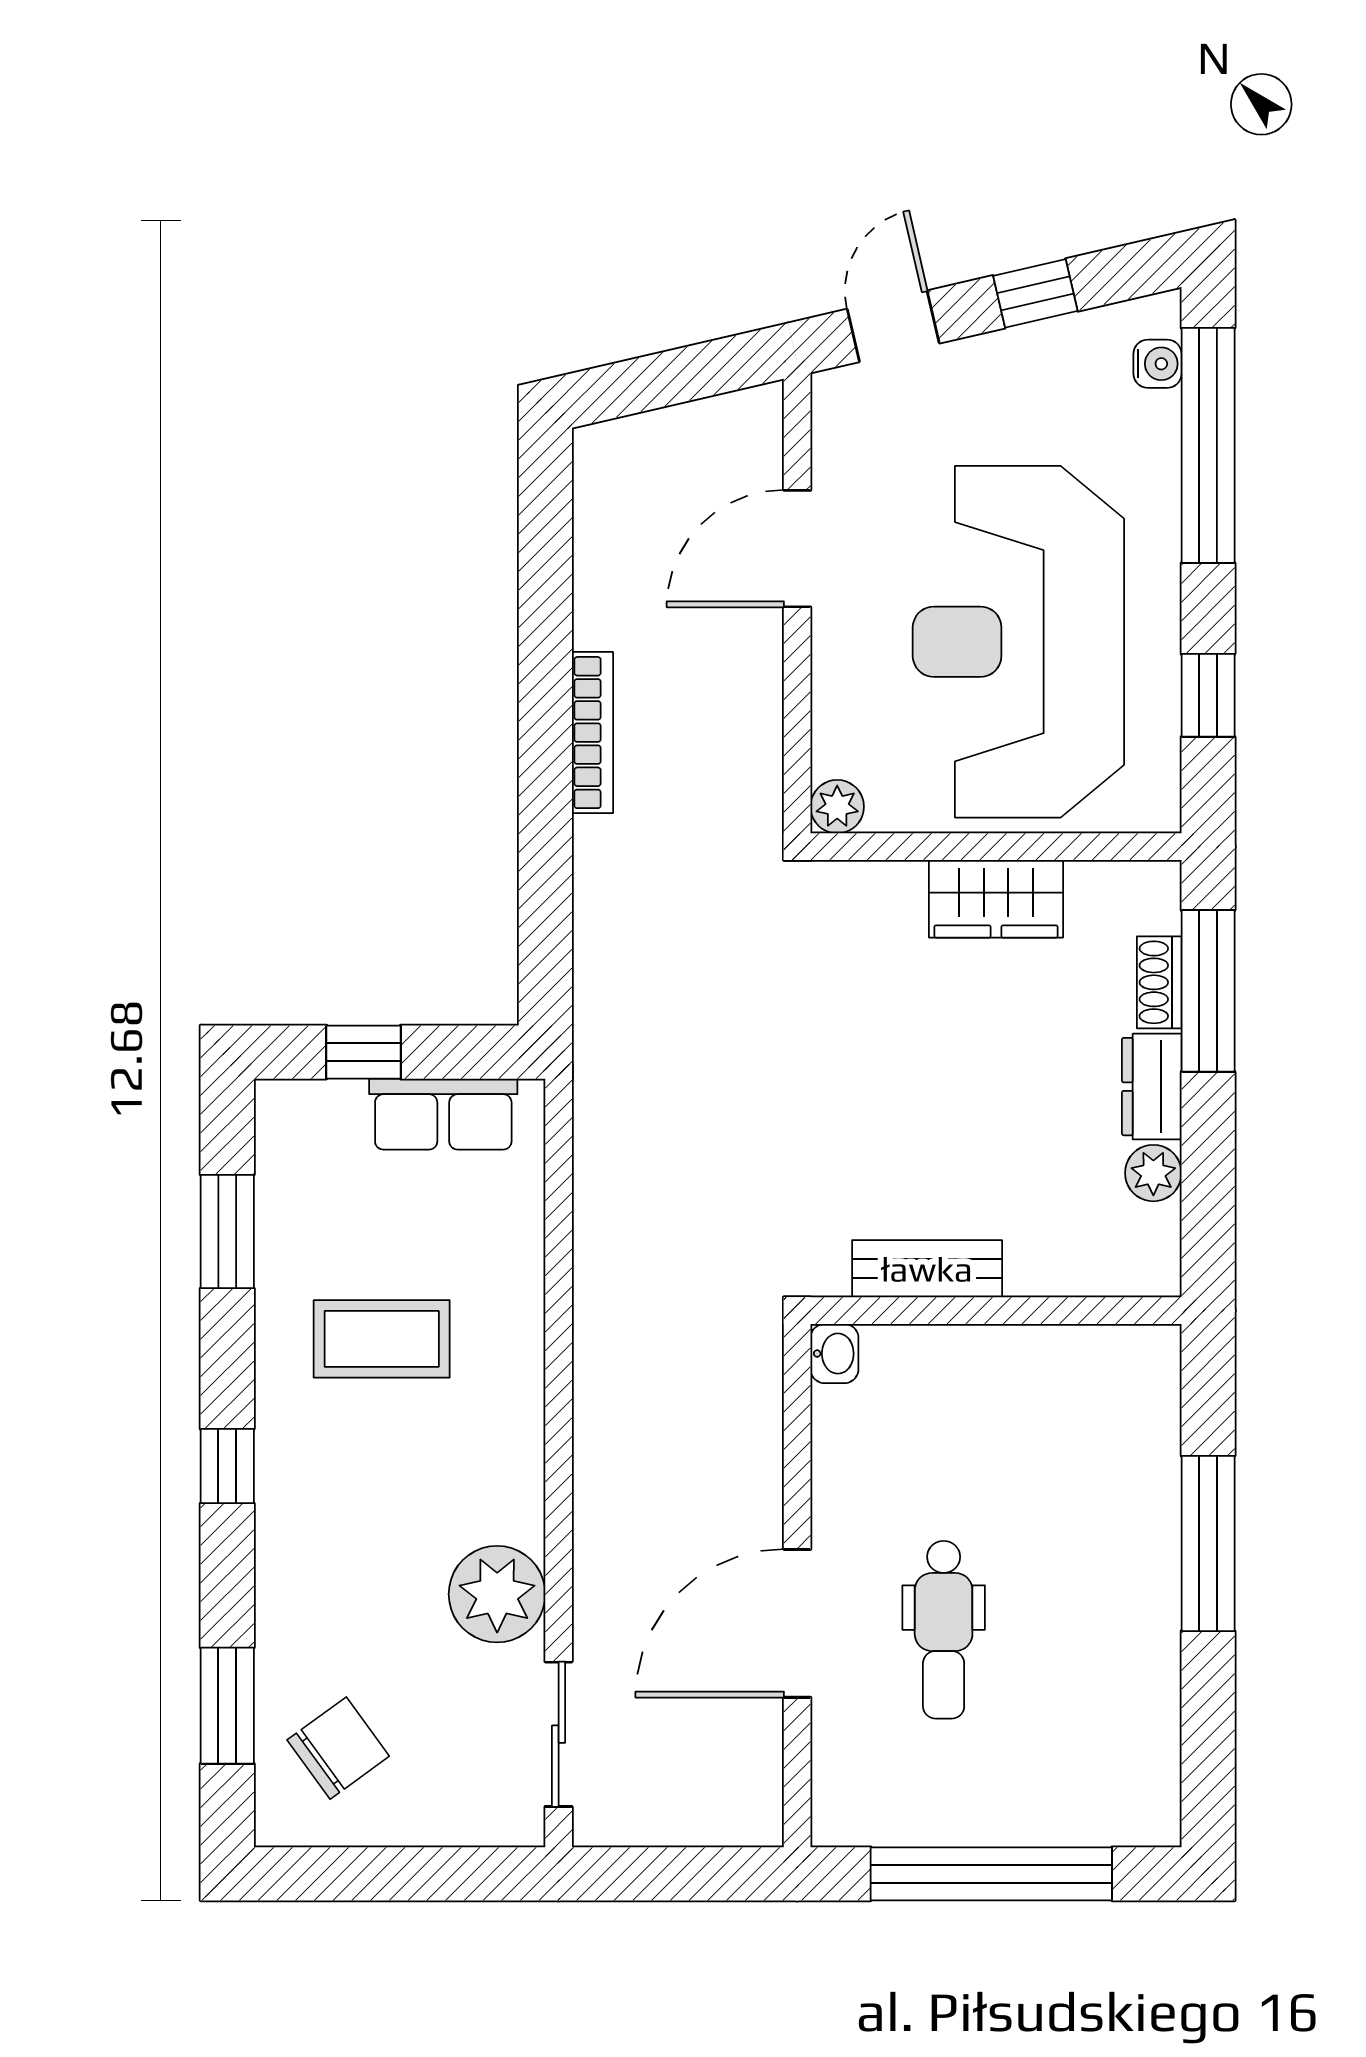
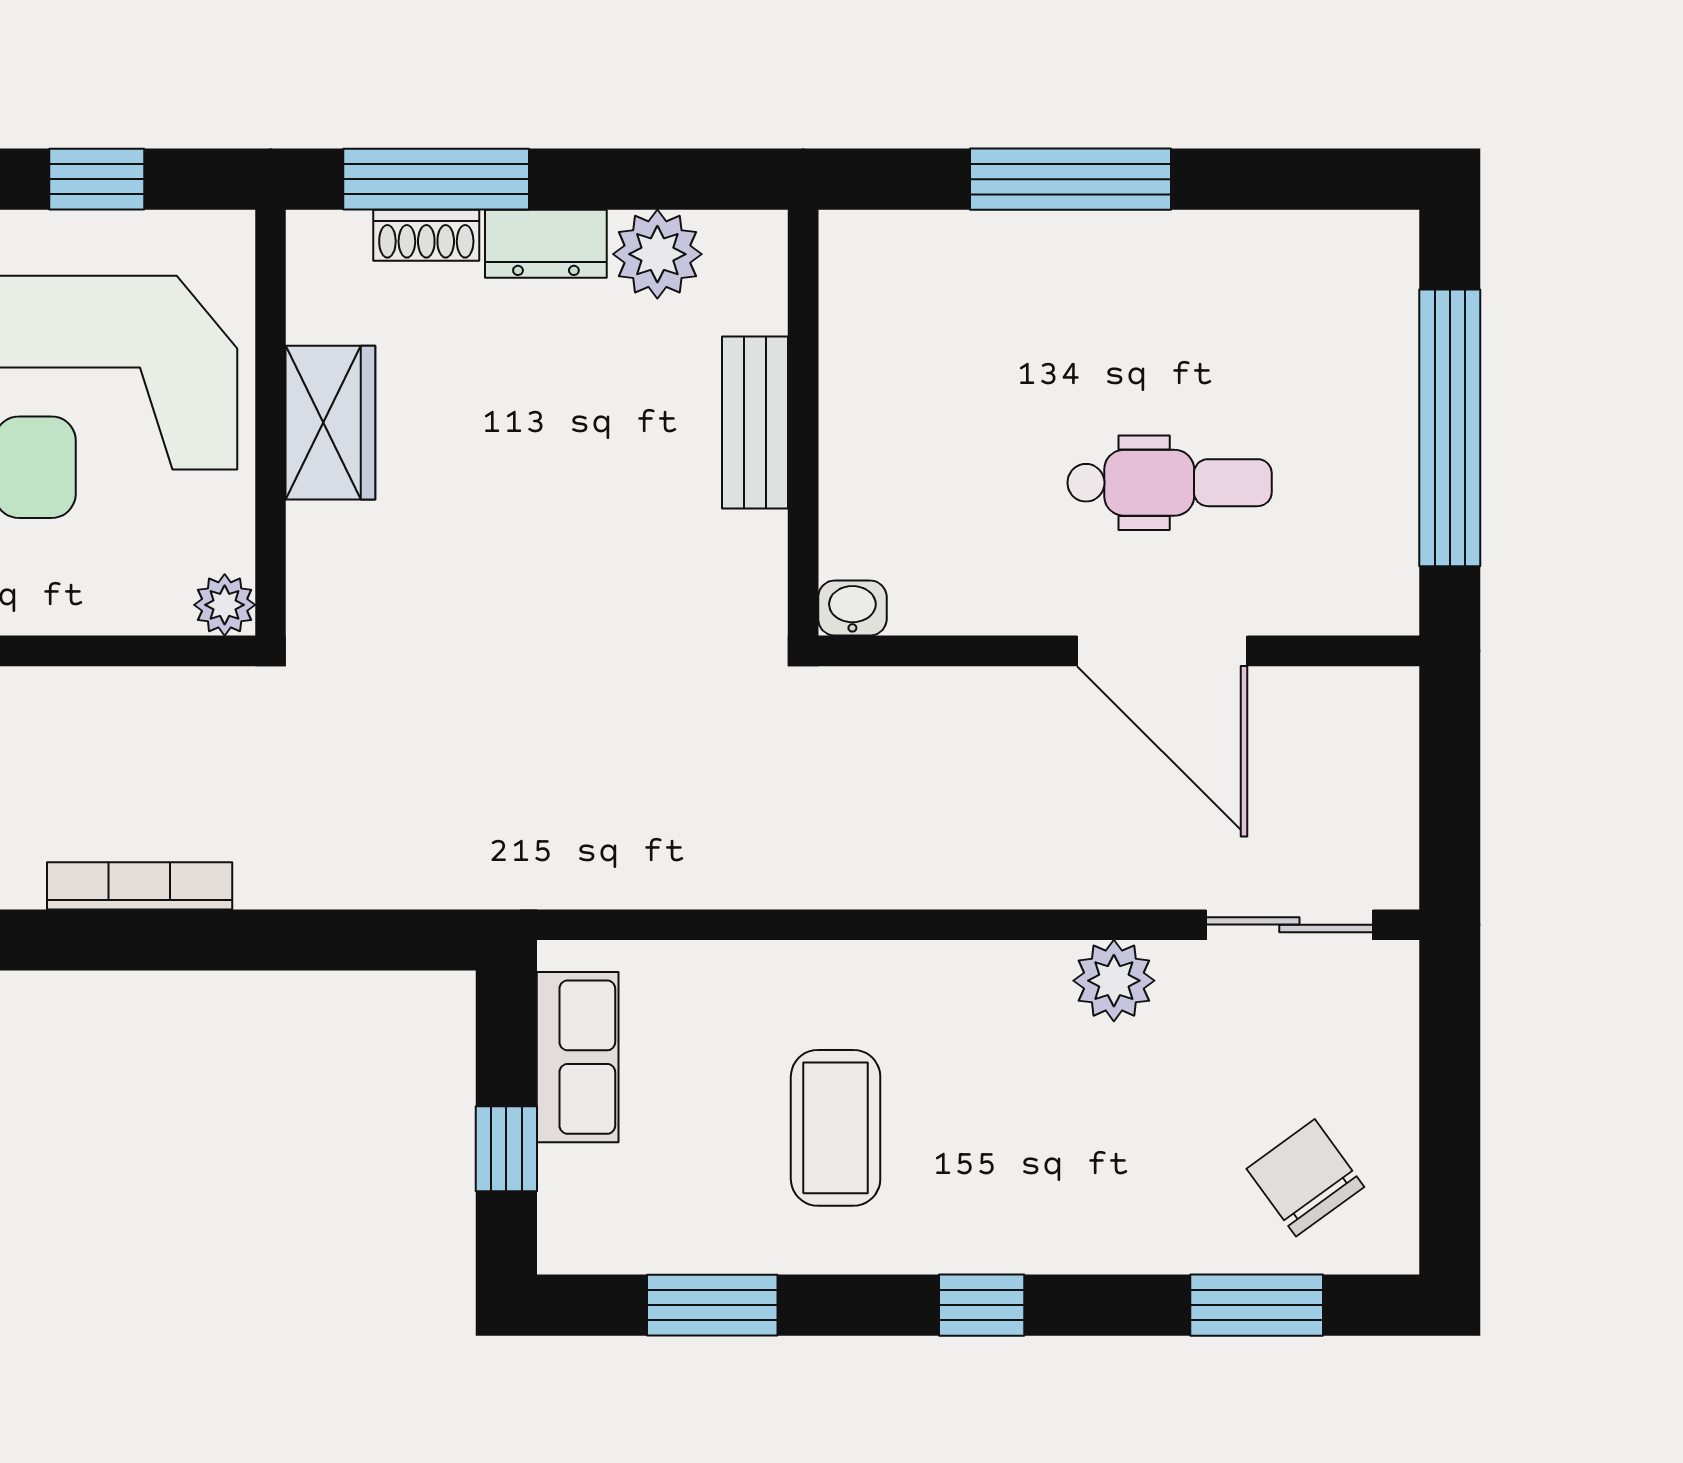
plant: (1153, 1173) -> (657, 254), width x1.38, depth x1.38
bench: (927, 1269) -> (755, 423), moved
plant: (497, 1594) -> (1114, 981), width x0.73, depth x0.73

